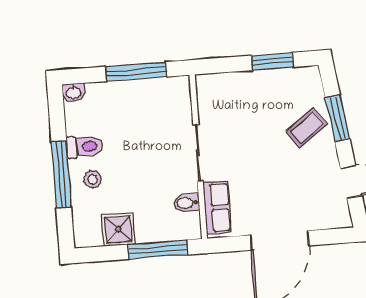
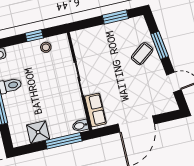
window: (136, 72) -> (34, 36), width x0.46
stool: (92, 179) -> (46, 47), moved
bidet: (187, 203) -> (80, 126), moved

